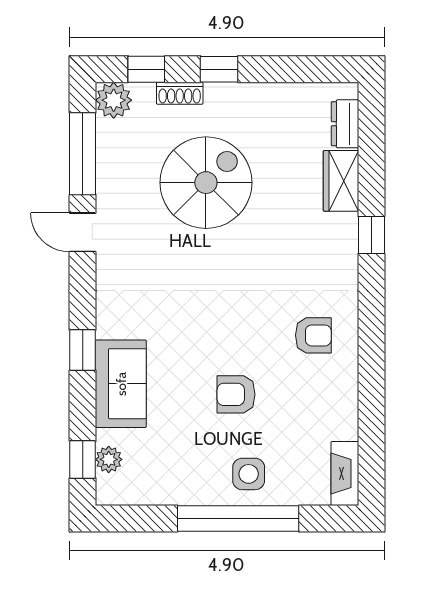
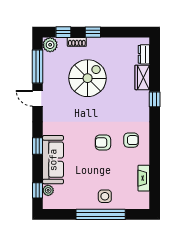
sofa: (121, 384) -> (53, 160), width x1.36
armchair: (236, 394) -> (103, 143), moved
fireplace: (345, 474) -> (144, 178), moved

